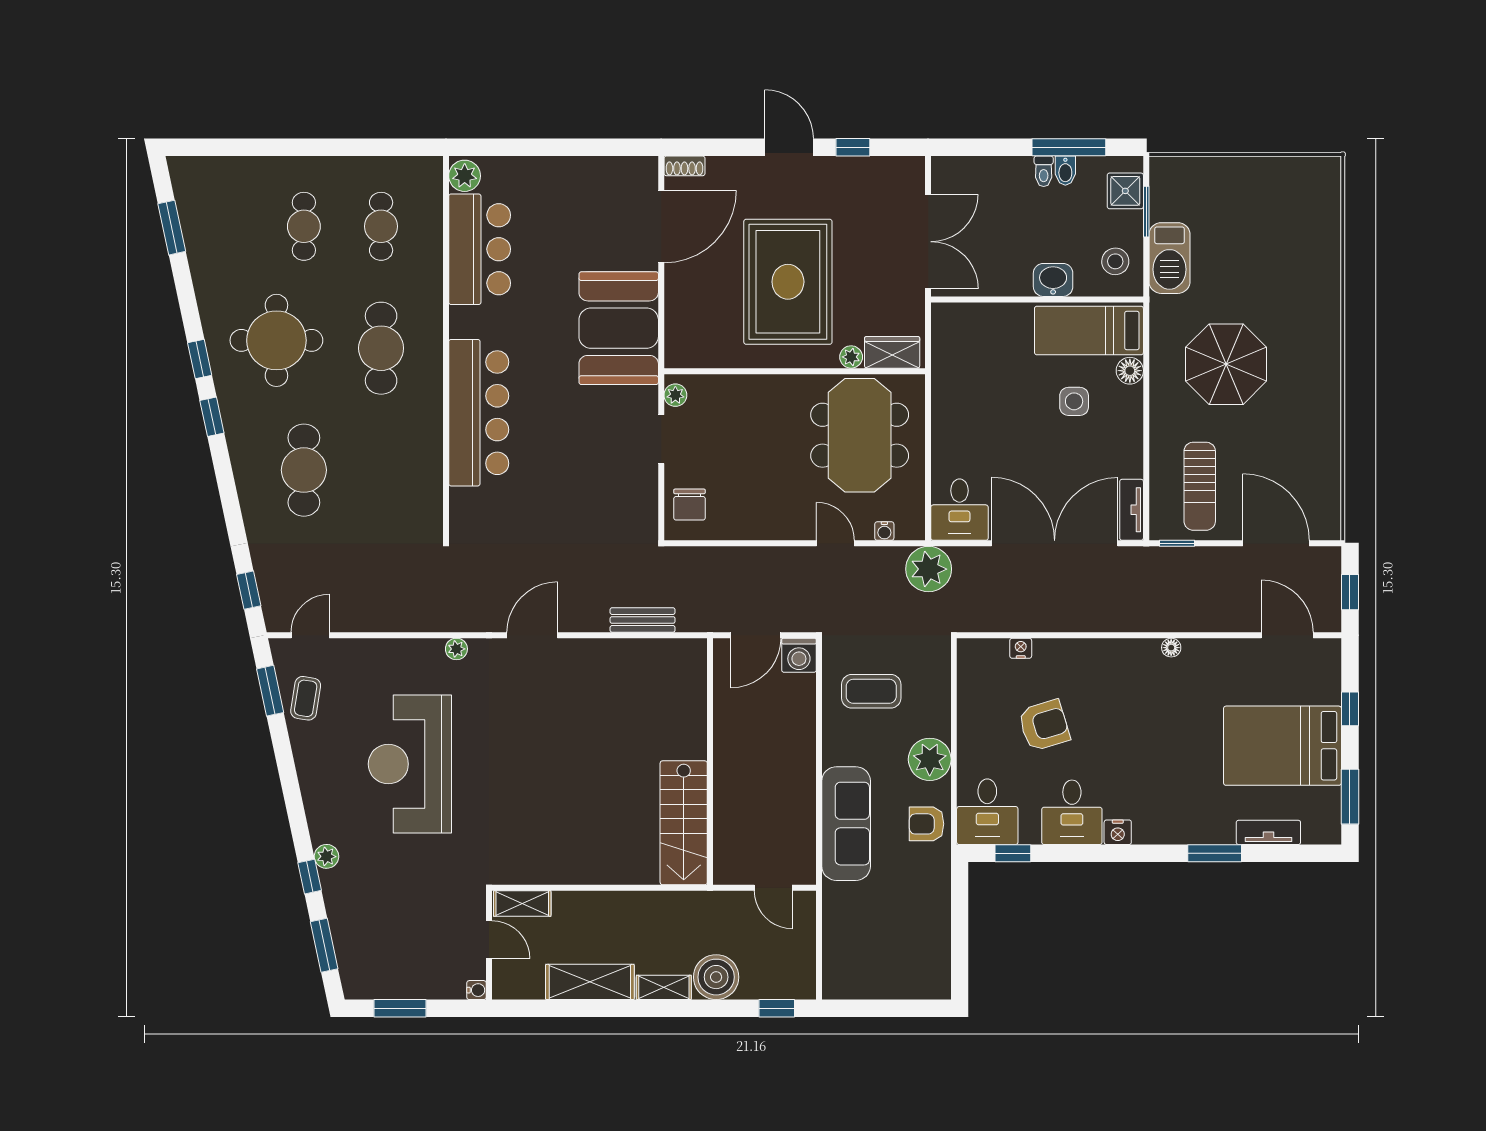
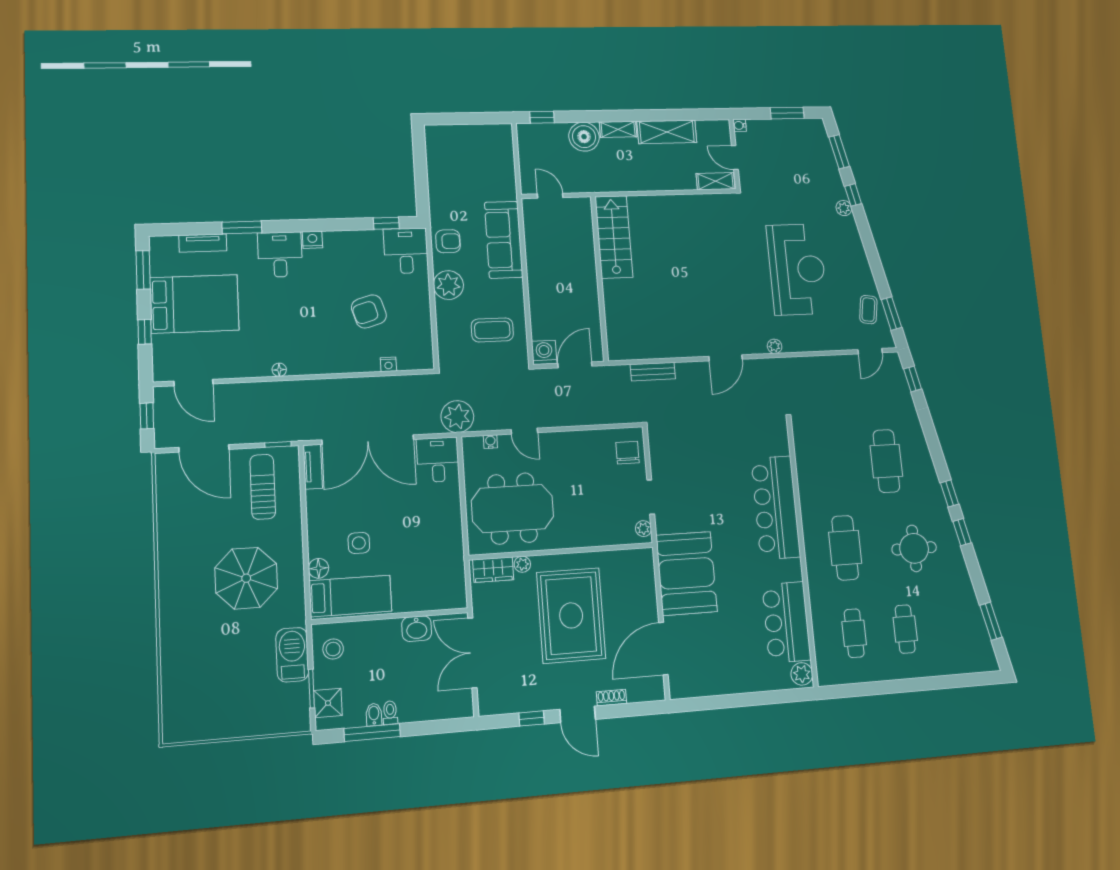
shoe rack: (684, 166) -> (611, 698), moved
washbasin: (1053, 280) -> (417, 629), moved
round table: (276, 340) -> (914, 548), width x0.73, depth x0.73
meeting table: (860, 435) -> (512, 508), turned 90
desk: (1072, 812) -> (280, 255), moved

